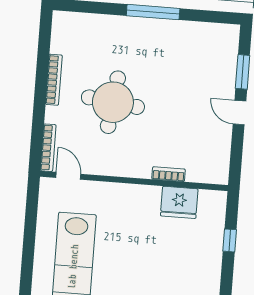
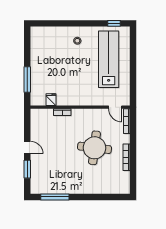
window: (153, 12) -> (55, 197), moved
fridge: (179, 202) -> (51, 100), width x0.53, depth x0.75
window: (230, 240) -> (27, 80), width x2.17

